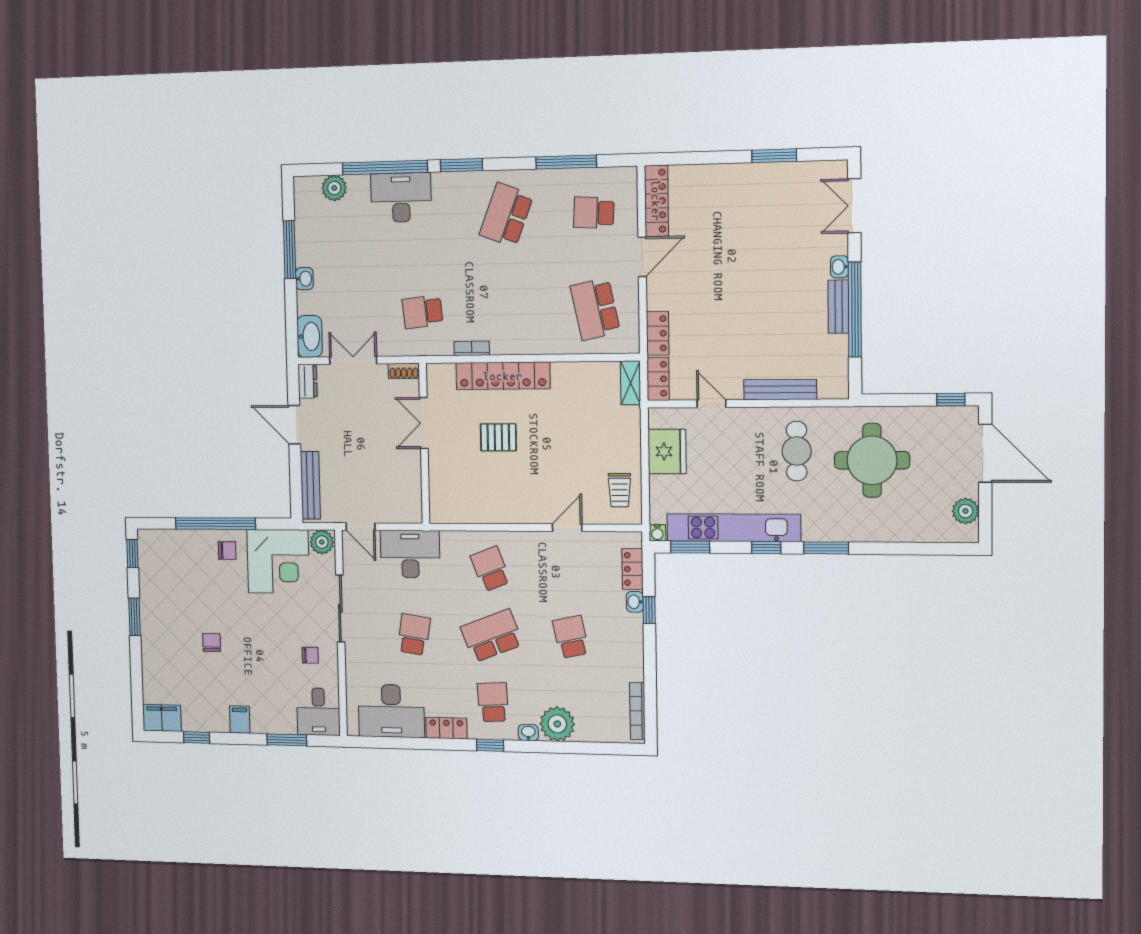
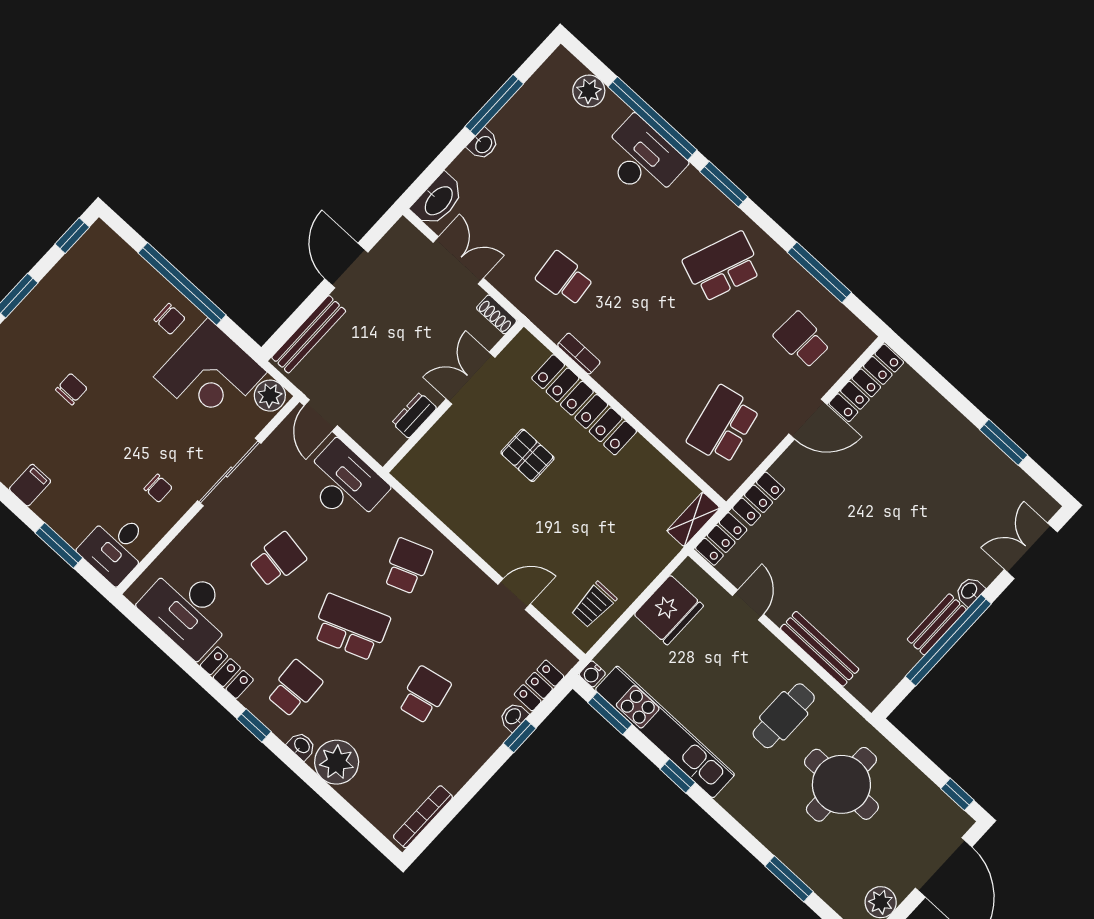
dresser: (308, 381) -> (414, 415), moved, turned 180
window: (826, 548) -> (789, 879), moved

